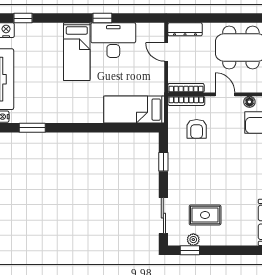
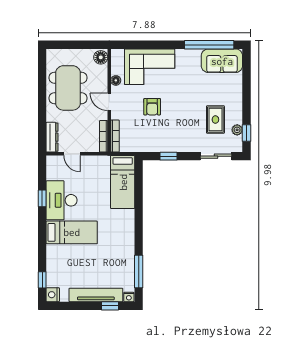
window: (102, 18) -> (42, 198), moved
door: (166, 52) -> (72, 154), hinge flipped
door: (225, 94) -> (109, 102), hinge flipped
window: (32, 128) -> (139, 272), width x1.44
armchair: (197, 129) -> (152, 107), moved, turned 90

